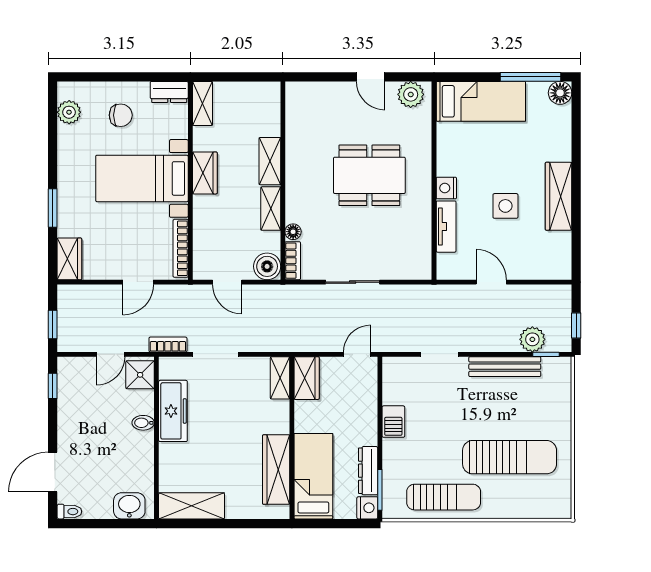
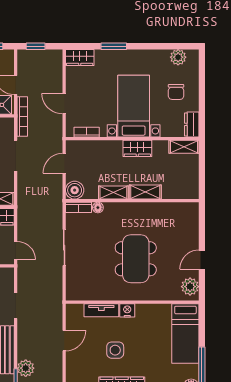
bookcase: (181, 248) -> (87, 132), width x0.64
bookcase: (168, 345) -> (22, 116), width x1.56

